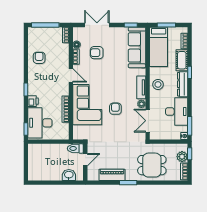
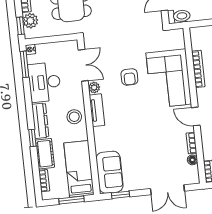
sofa: (137, 47) -> (110, 172), width x0.73
armchair: (97, 53) -> (163, 152), removed

